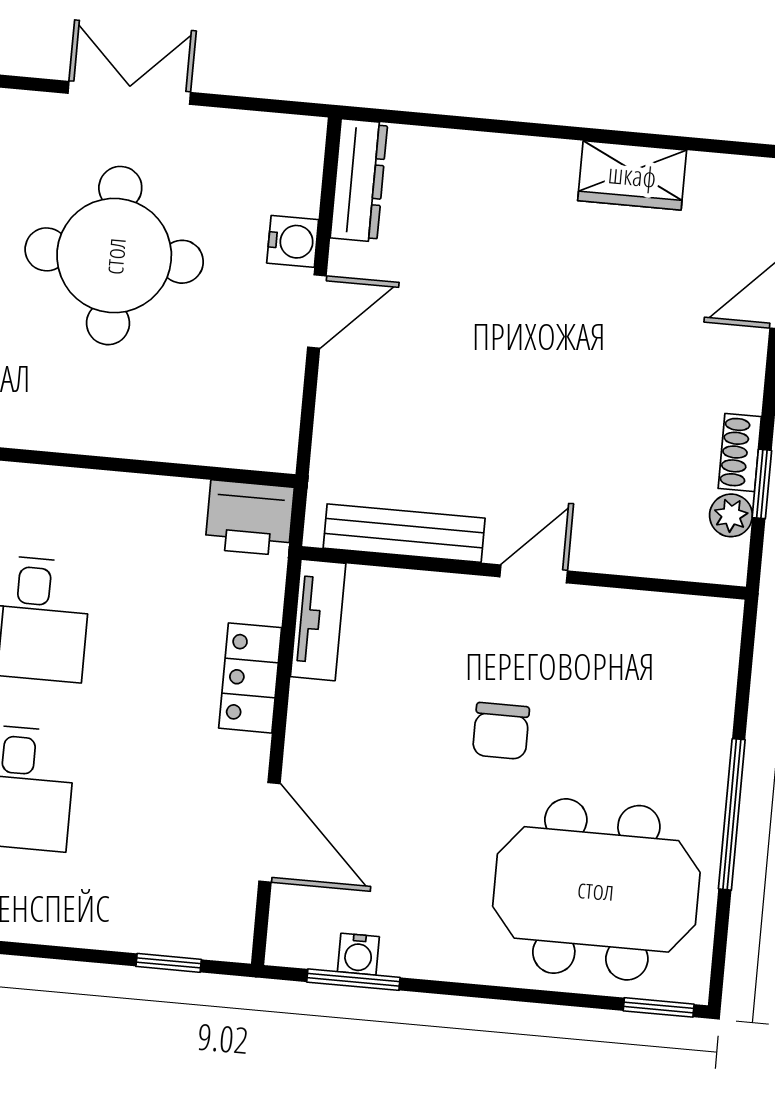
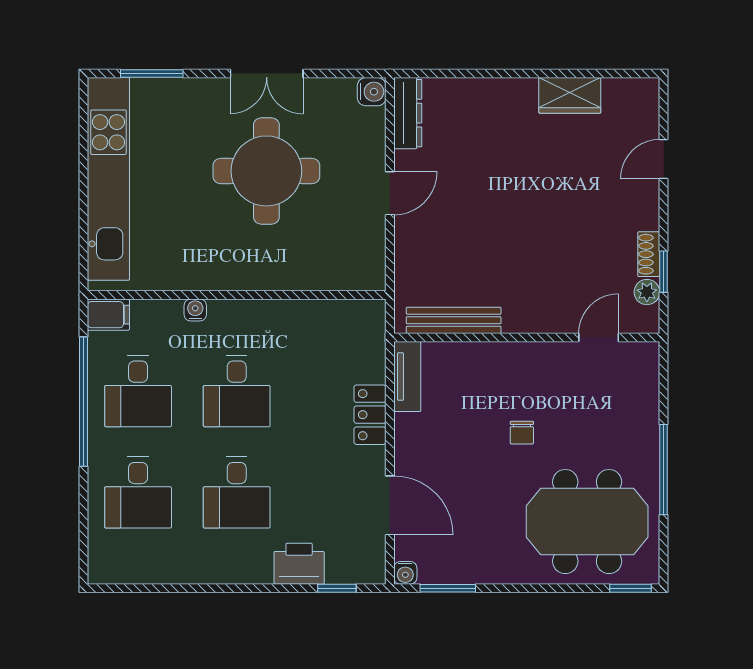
double door: (129, 93) -> (267, 73), swing flipped
water cooler: (293, 241) -> (372, 92), moved
printer: (249, 518) -> (299, 564), moved, turned 180
door: (534, 574) -> (599, 337), moved
chair: (501, 731) -> (522, 433), width x0.73, depth x0.73
water cooler: (358, 954) -> (405, 573), moved

